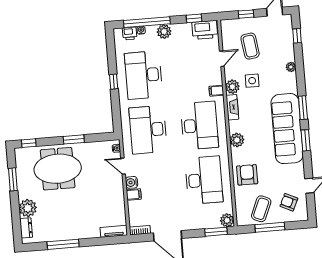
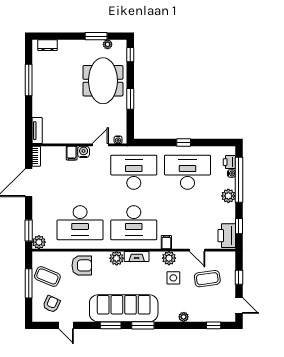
fireplace: (232, 107) -> (137, 256), moved
plant: (28, 208) -> (108, 44), moved, width x0.53, depth x0.53

